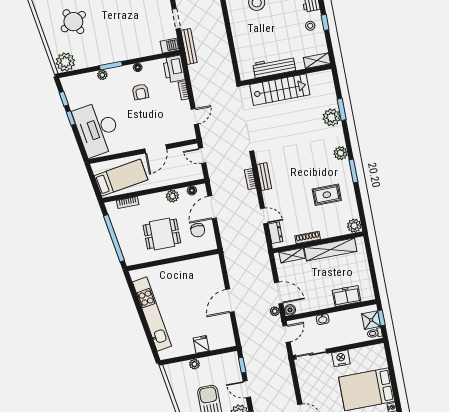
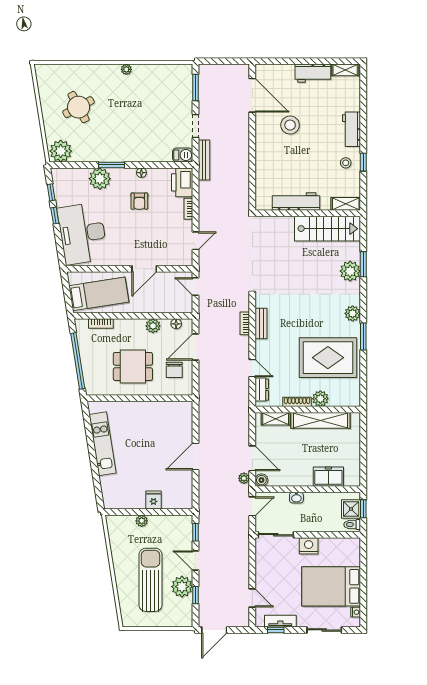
plant: (102, 75) -> (100, 179), width x1.87, depth x1.87
stairs: (280, 90) -> (327, 229), moved
rug: (327, 195) -> (328, 358), width x1.86, depth x2.06
plant: (354, 226) -> (320, 399), moved
kitchen unit: (152, 314) -> (103, 444), width x0.73

